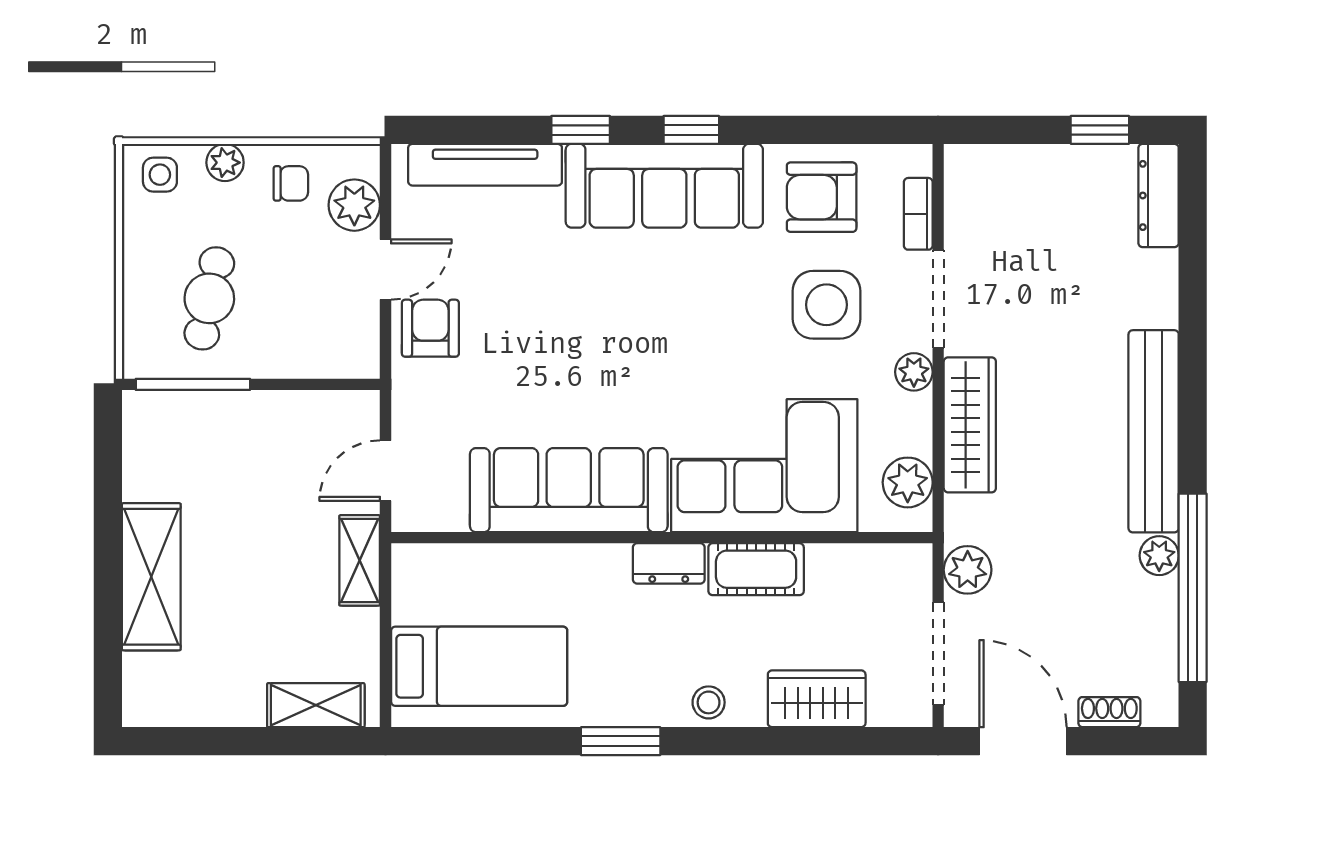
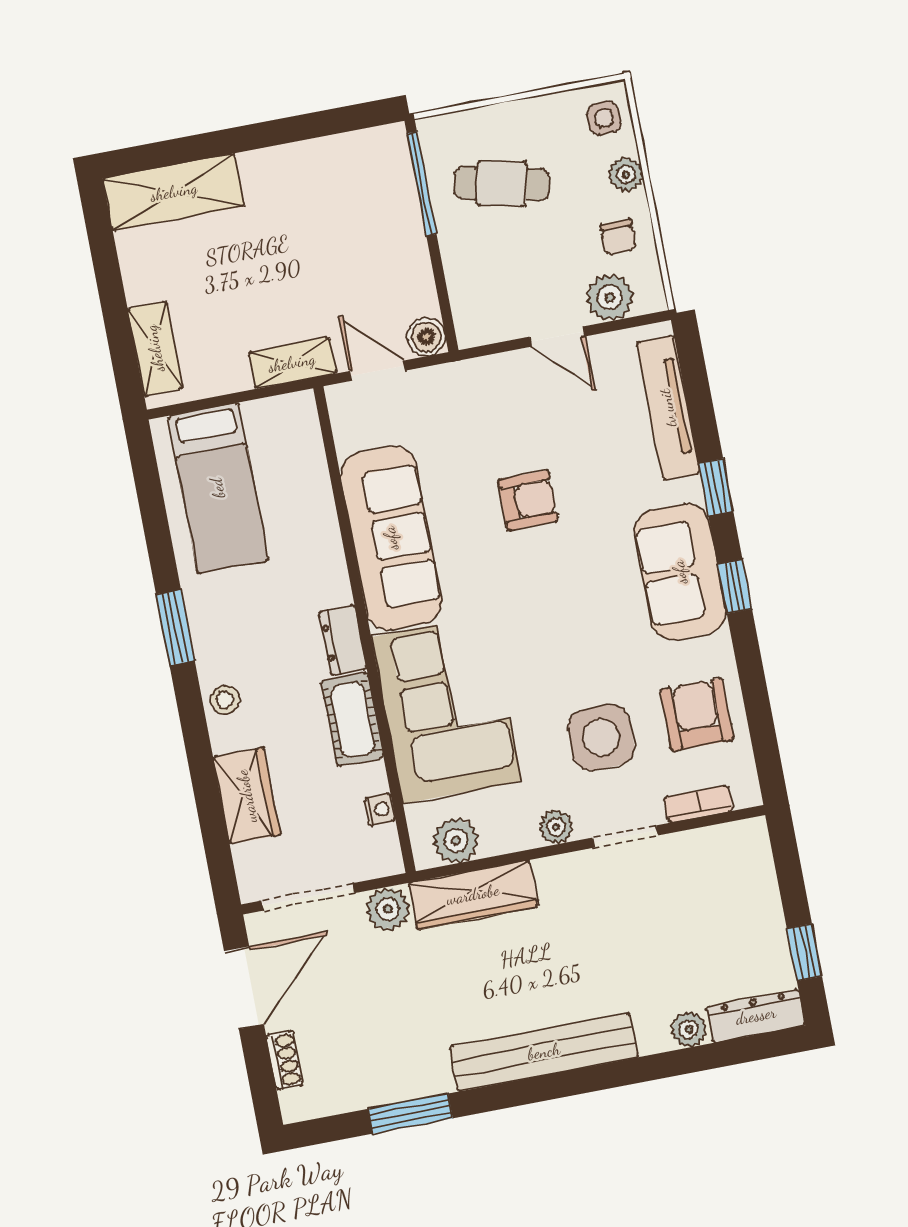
sofa: (664, 186) -> (680, 572), width x0.73
doorway: (938, 299) -> (625, 836), width x0.73
armchair: (430, 328) -> (528, 500), moved
boiler: (359, 411) -> (426, 337), added
wardrobe: (970, 425) -> (473, 895), moved
plant: (1159, 556) -> (689, 1029), moved
nightstand: (859, 558) -> (380, 810), added
shelving: (151, 577) -> (174, 192), moved
window: (1193, 588) -> (410, 1114), width x0.47

